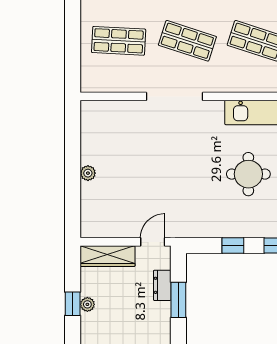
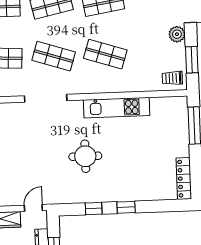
round table: (248, 174) -> (85, 156), moved

